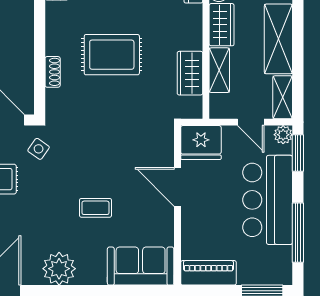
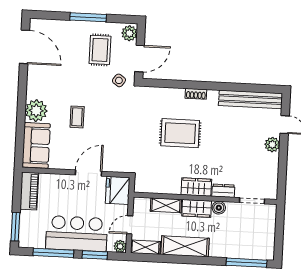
rug: (112, 55) -> (180, 133), turned 90
shoe rack: (53, 72) -> (196, 94), moved
wardrobe: (190, 73) -> (196, 187), moved
window: (298, 153) -> (95, 255), moved
plant: (59, 269) -> (36, 111), moved

